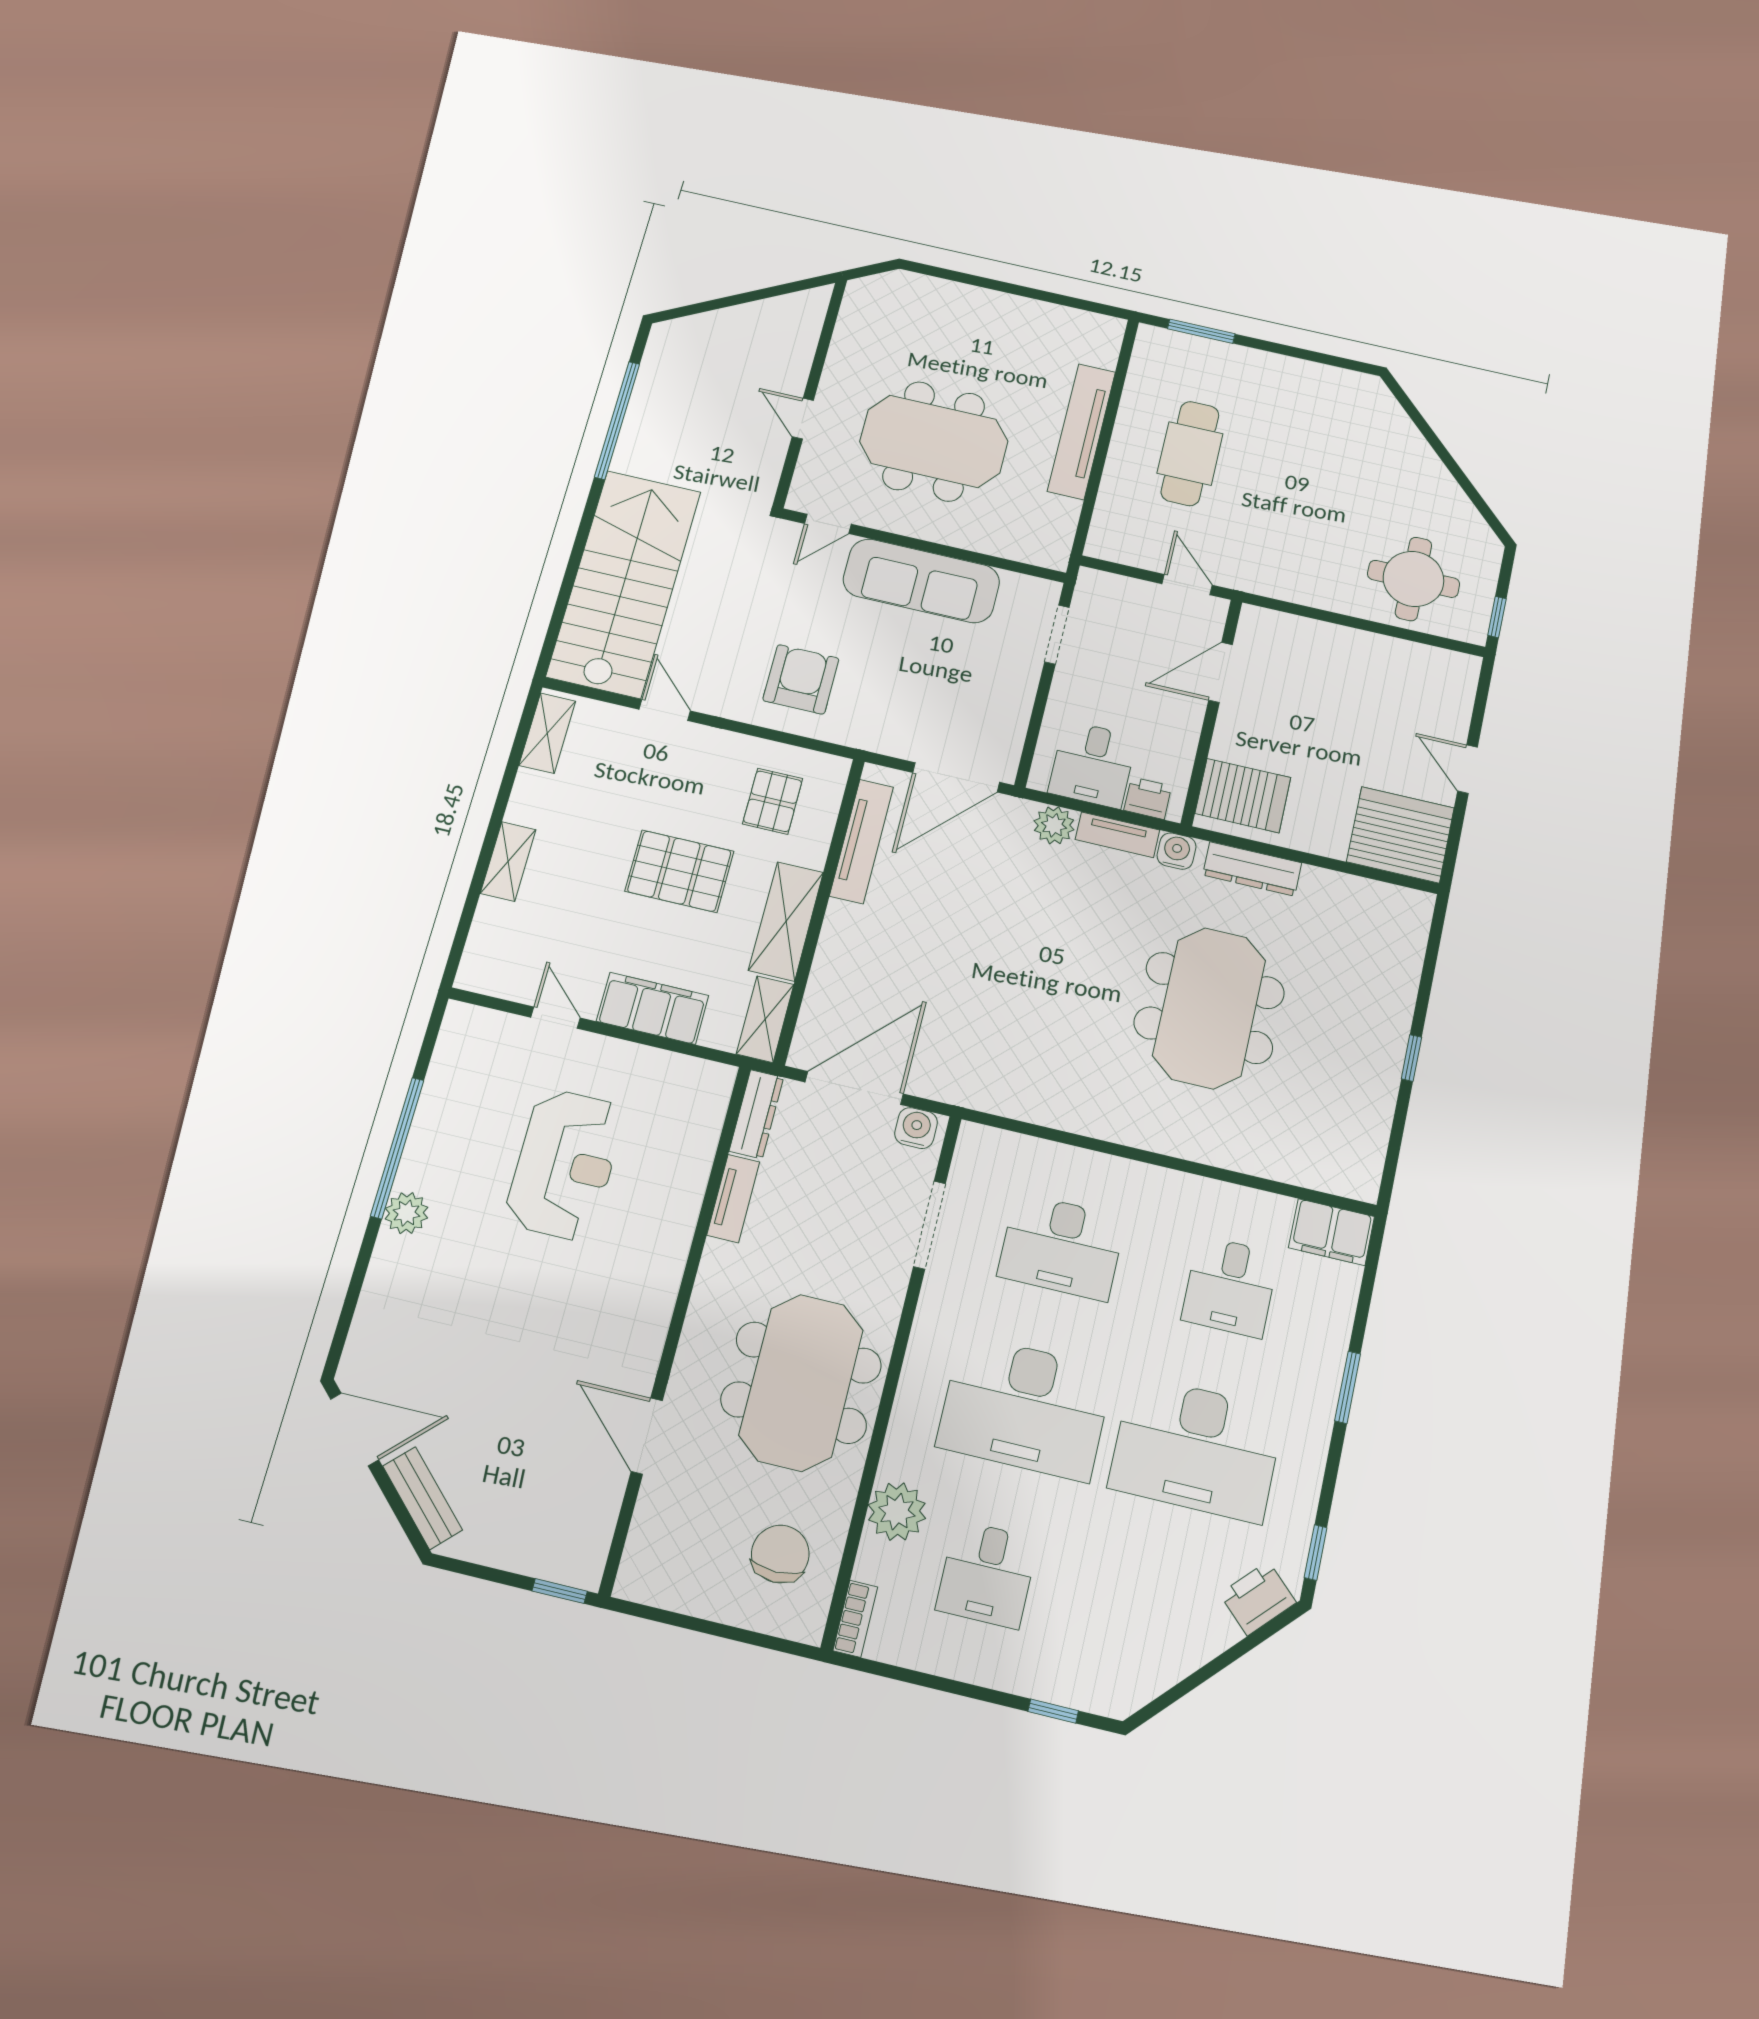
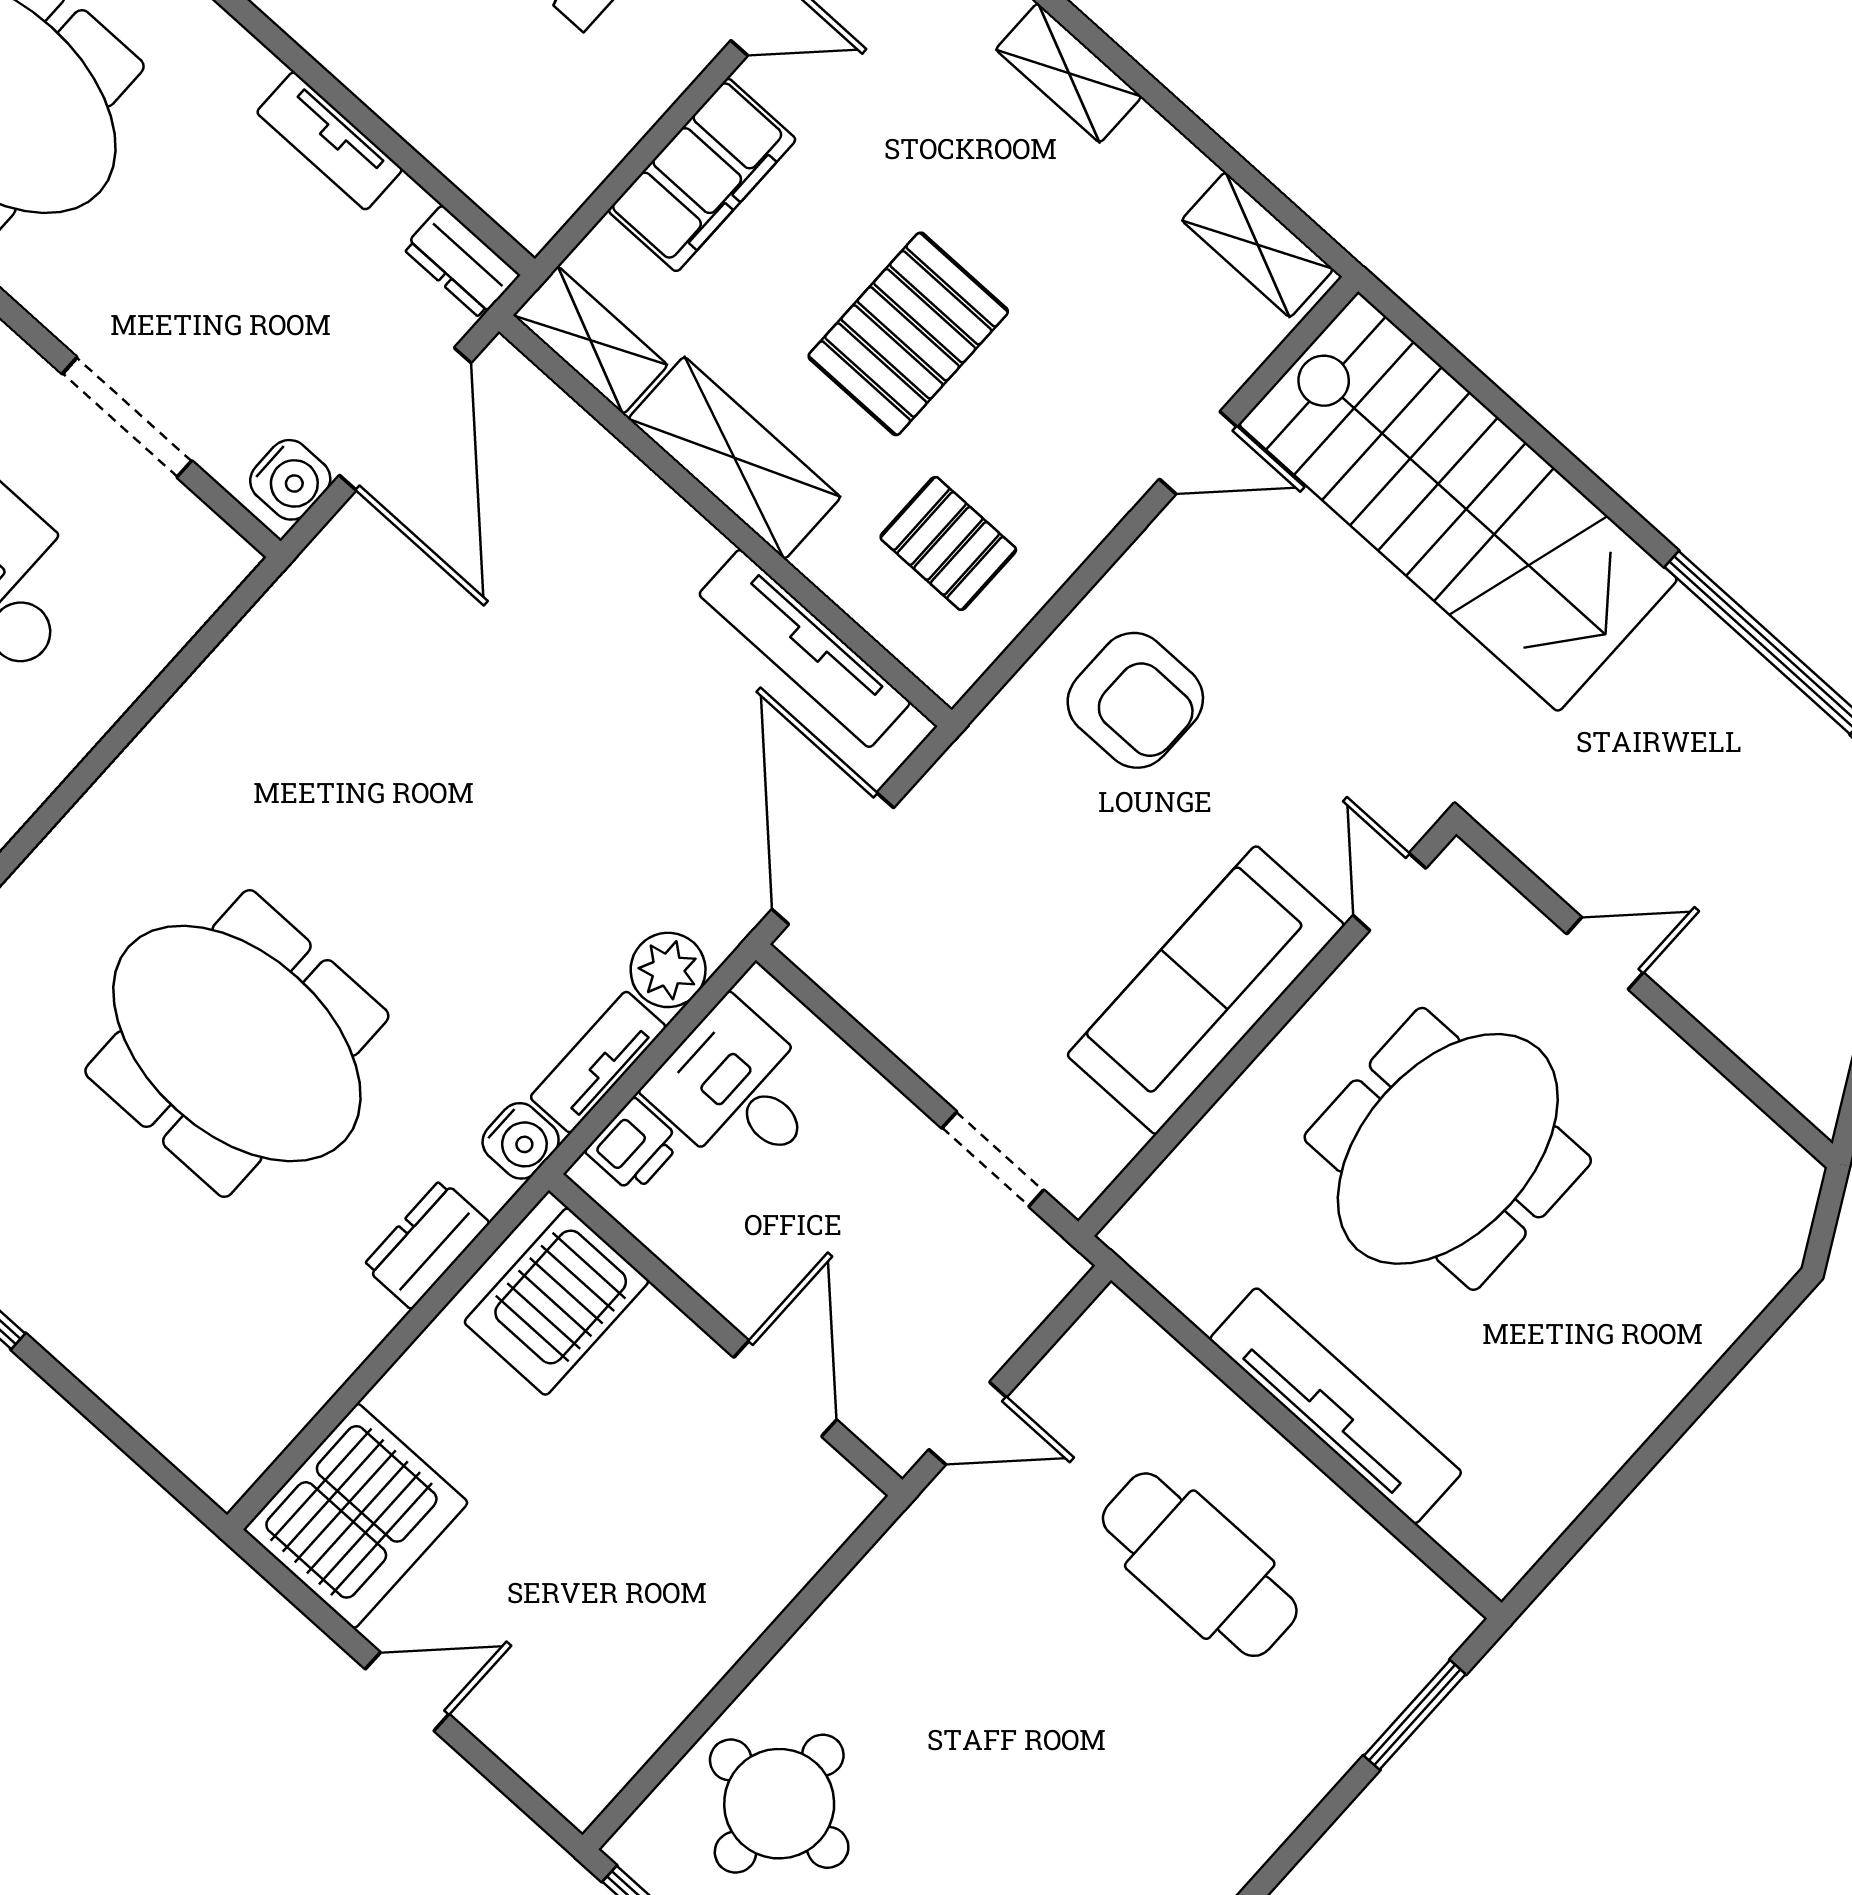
dresser: (1252, 869) -> (426, 1244), width x0.70
dresser: (756, 1114) -> (461, 262), width x0.70

